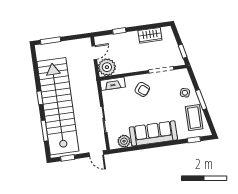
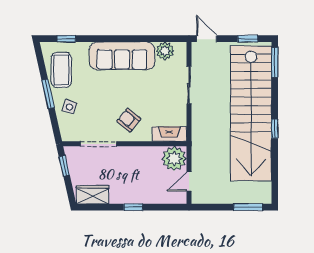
window: (119, 31) -> (133, 207), moved
wardrobe: (150, 35) -> (93, 195), moved
window: (45, 131) -> (275, 62), moved

